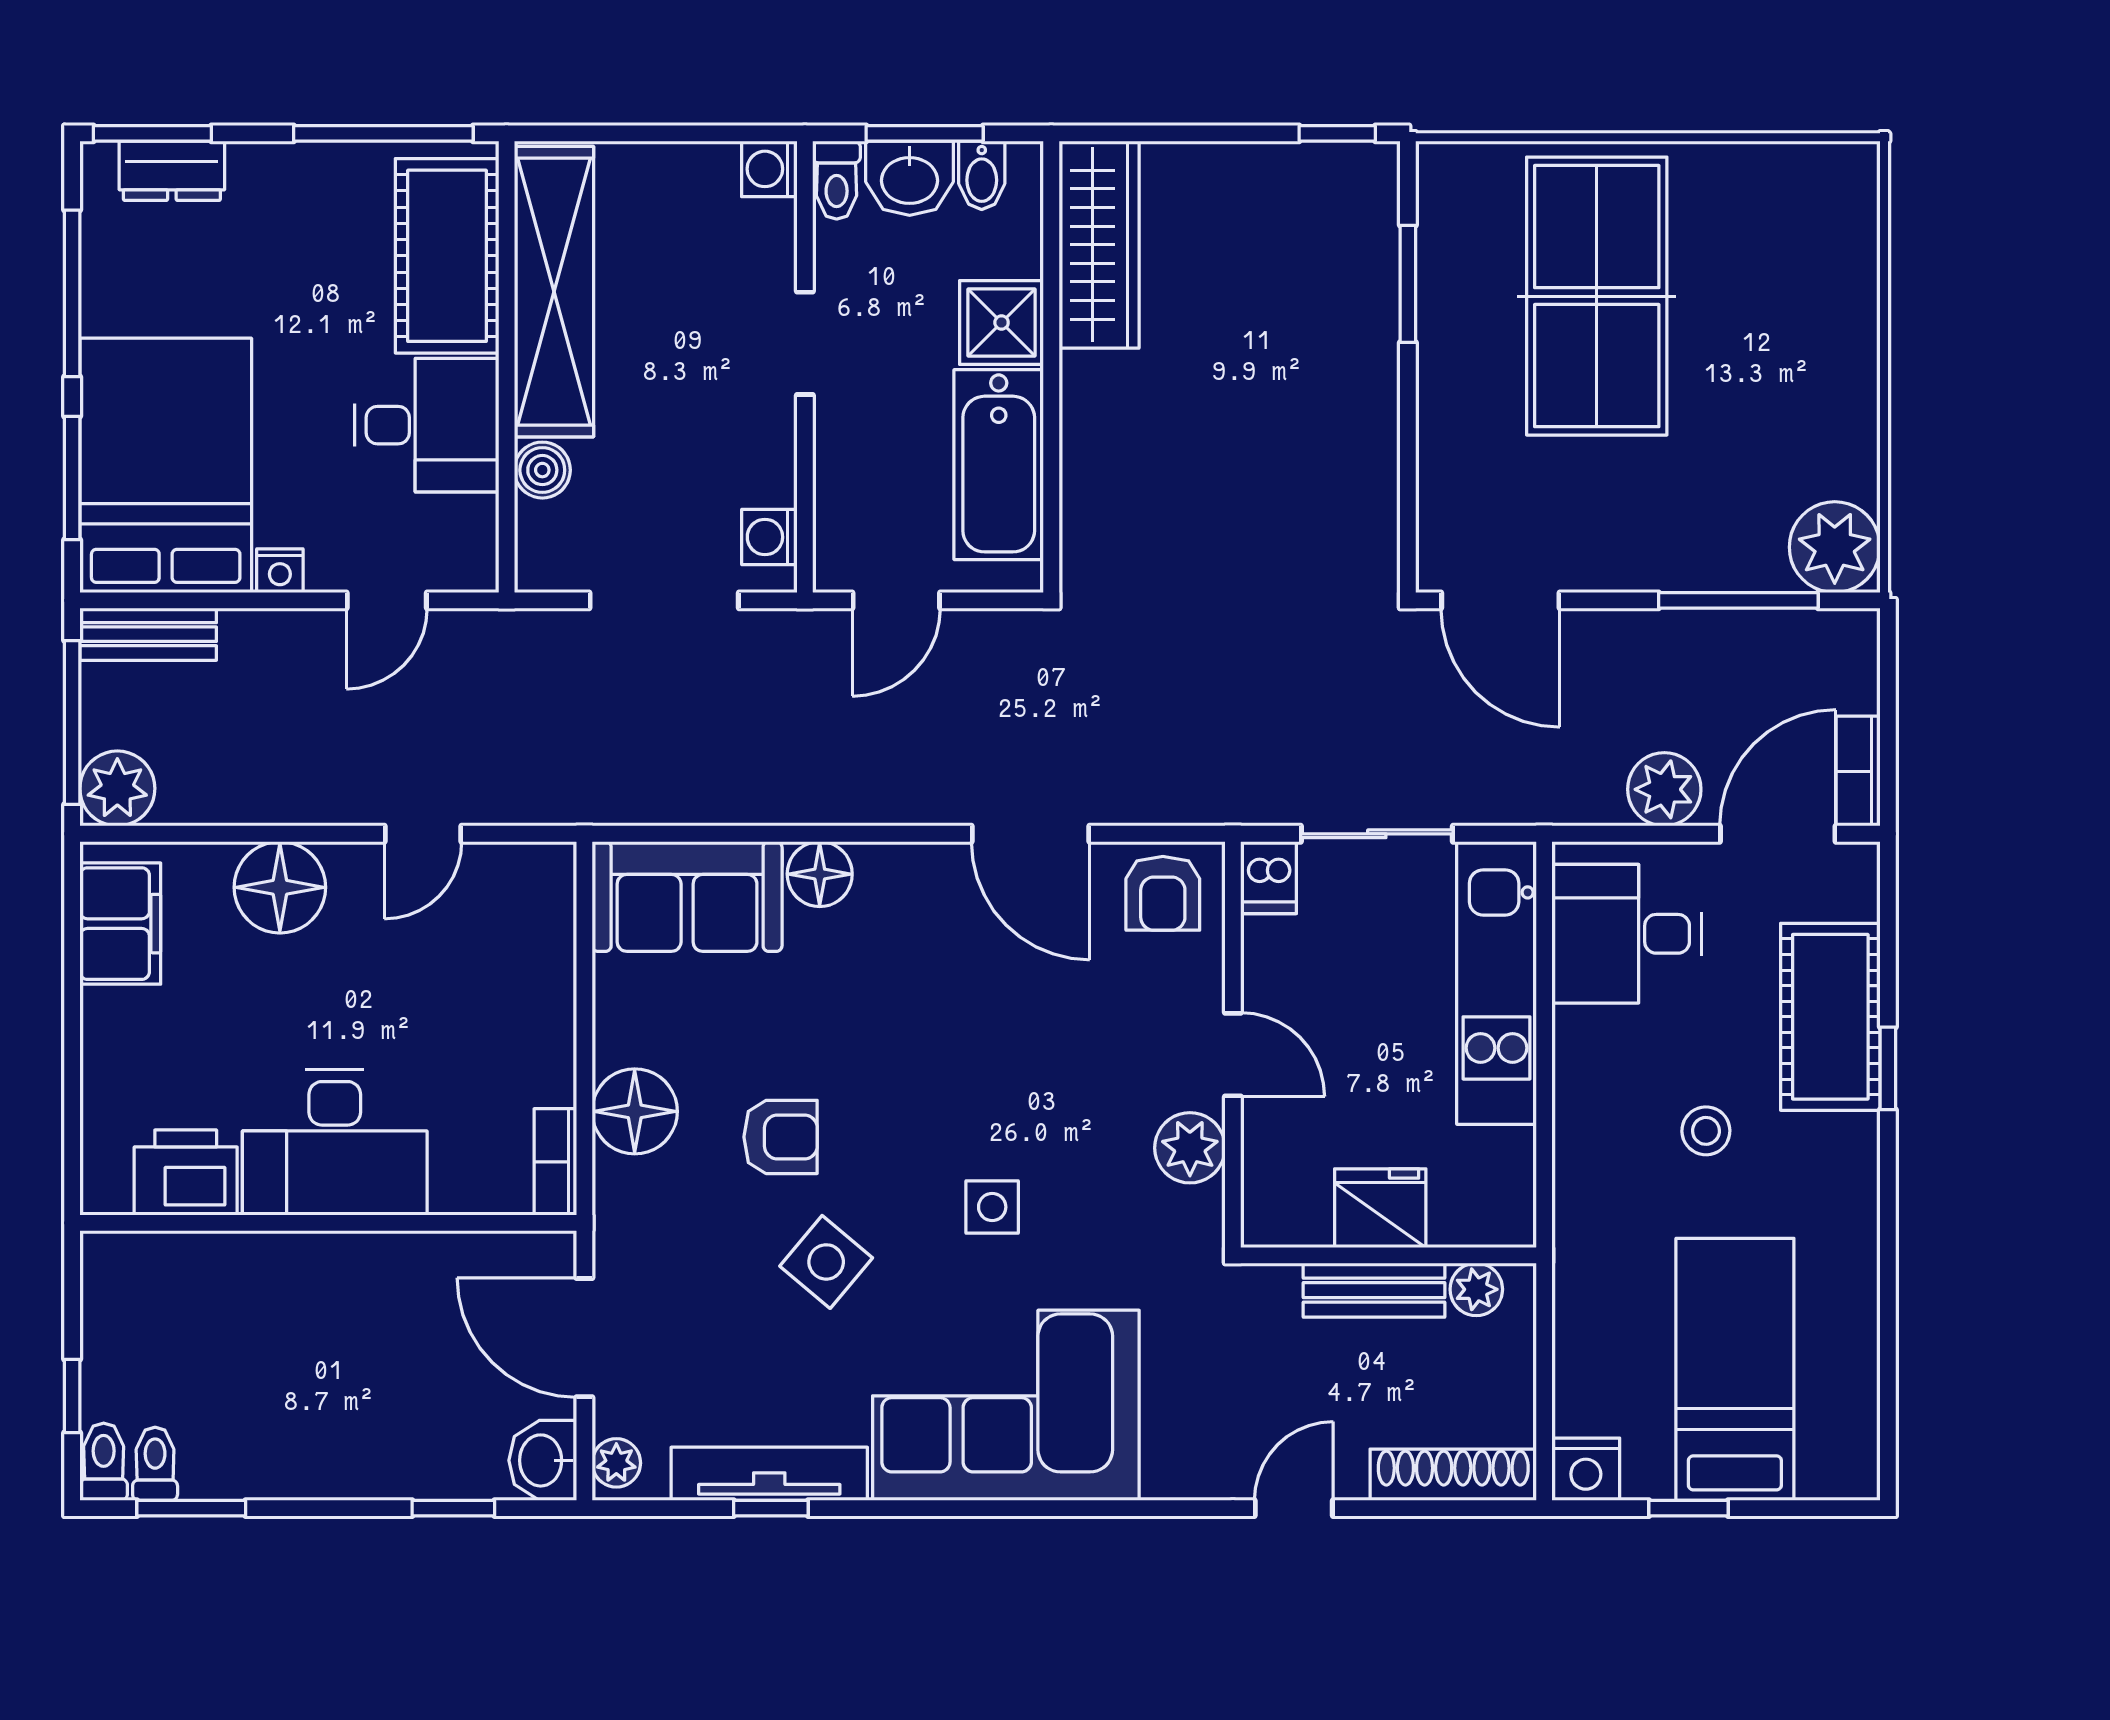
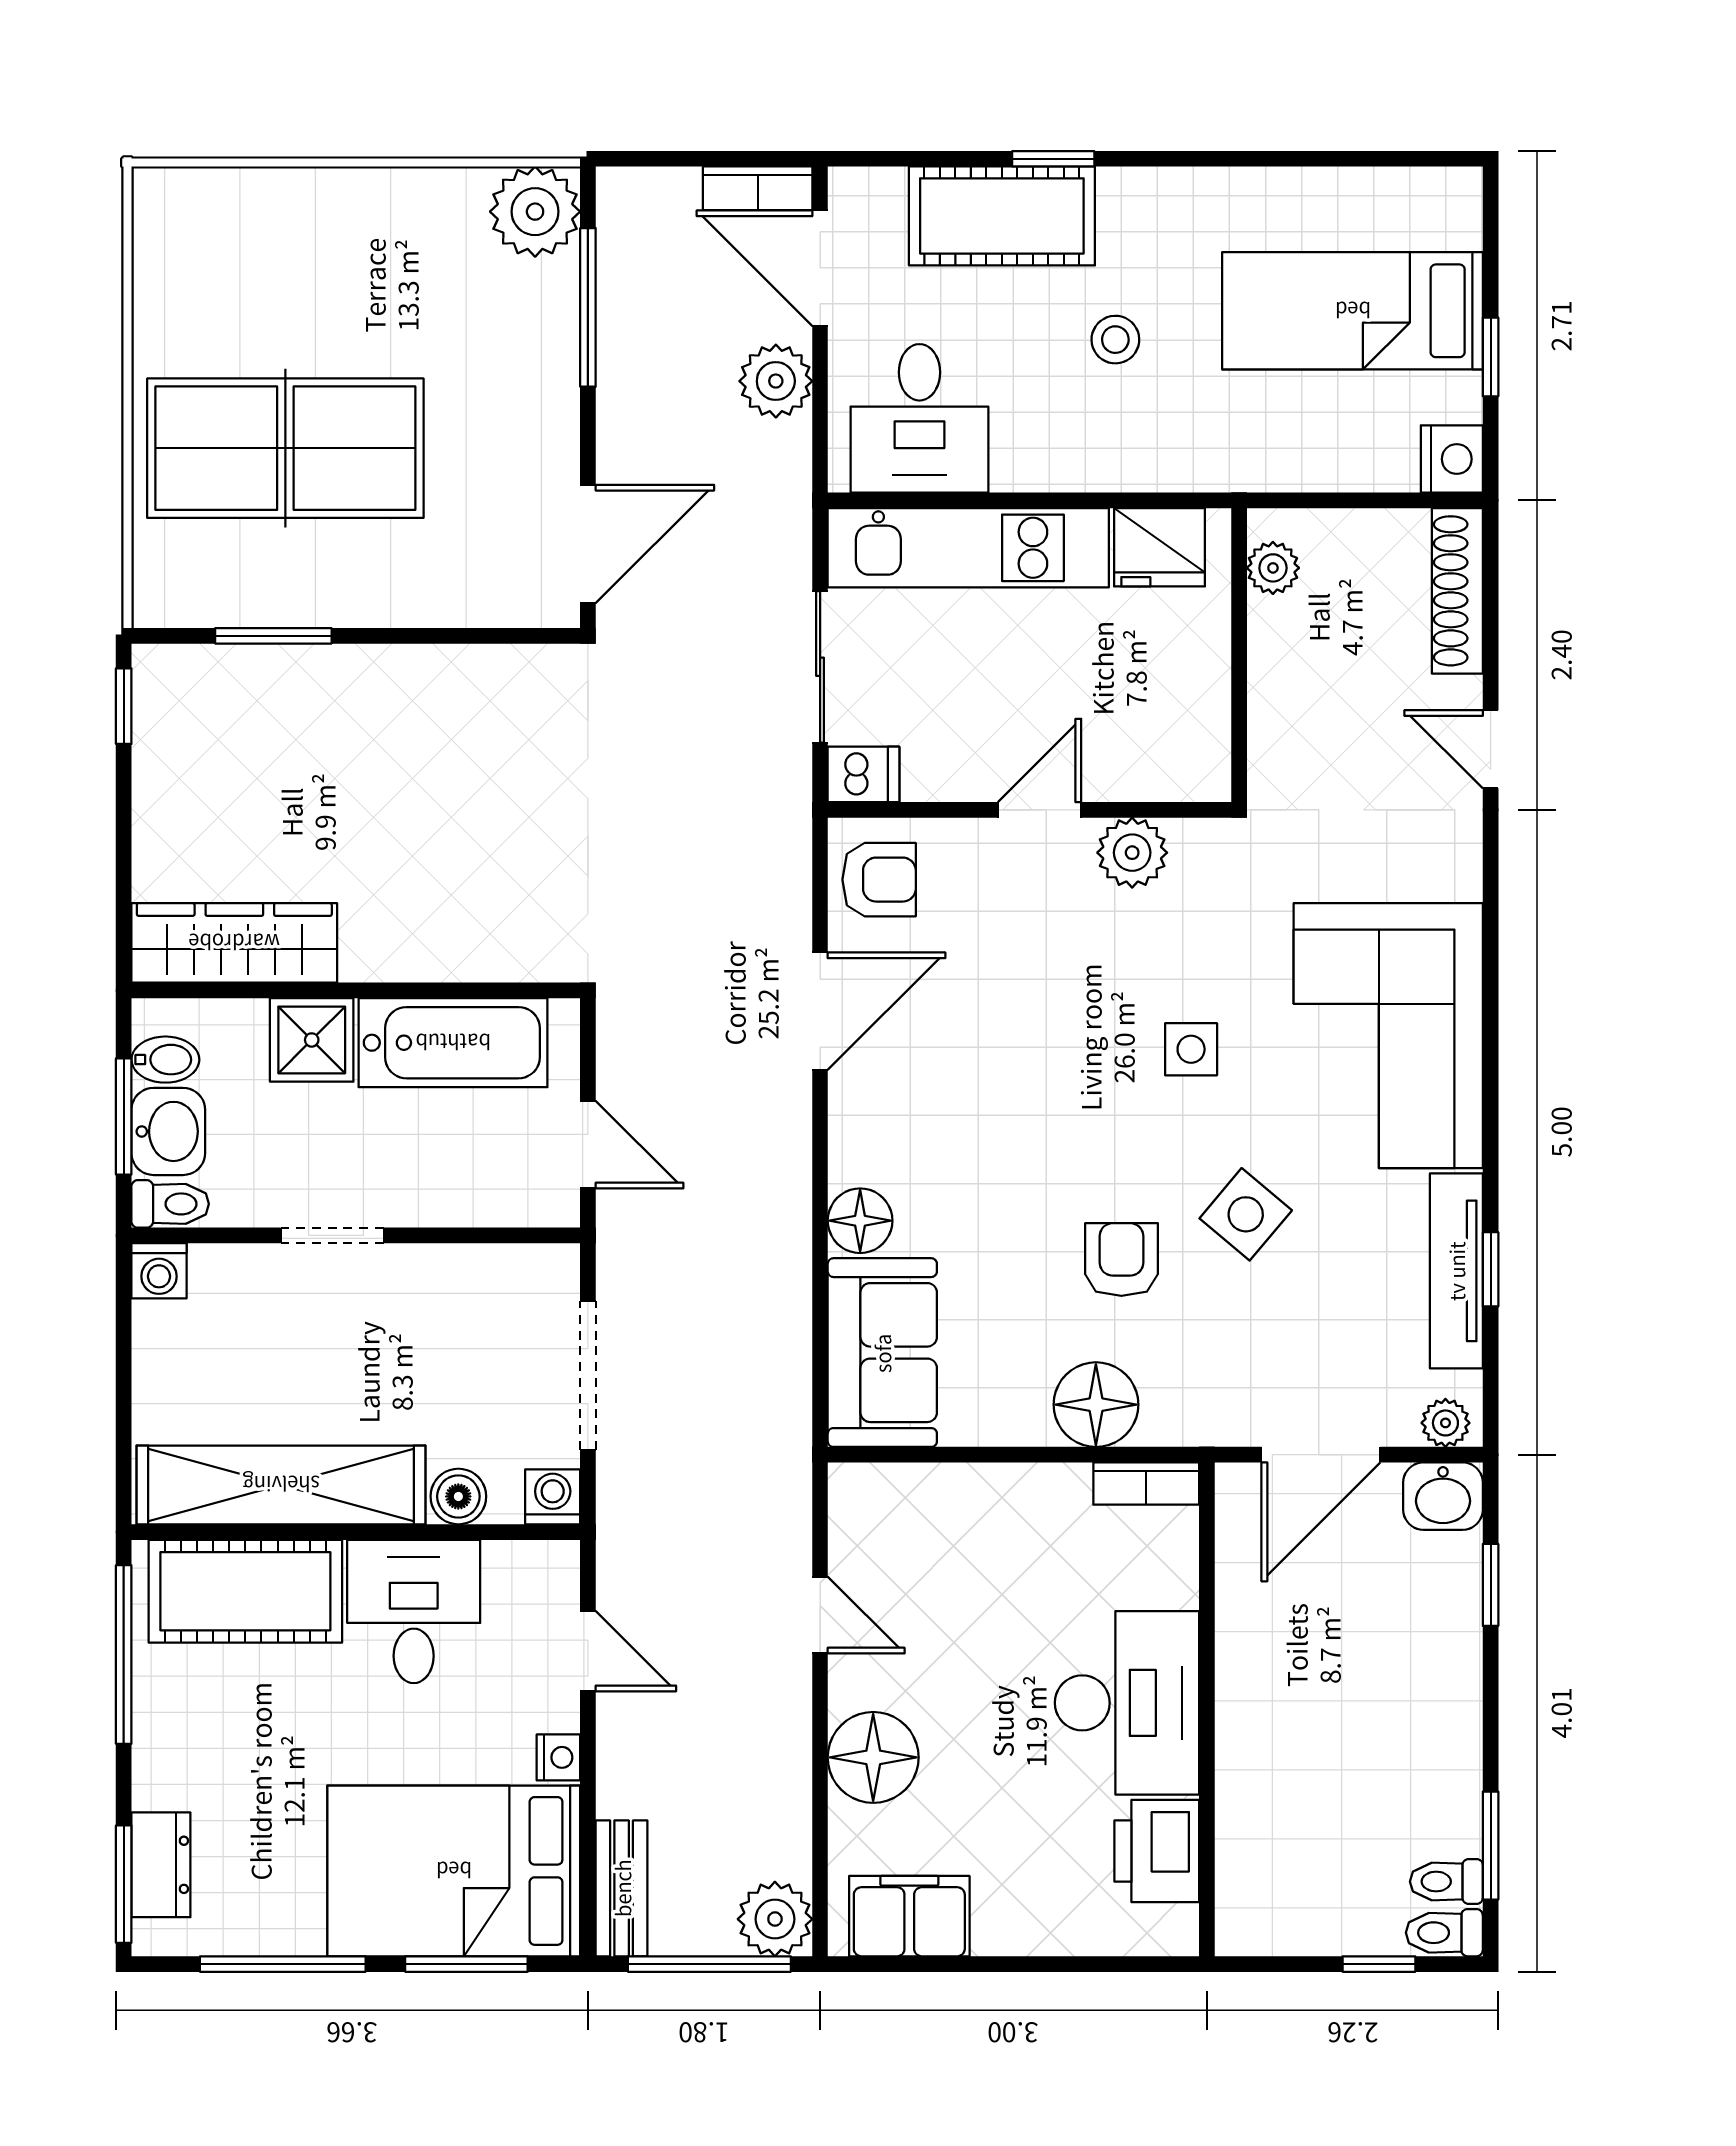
washing machine: (769, 537) -> (553, 1497), moved, turned 180
fridge: (1380, 1208) -> (1159, 547), moved, turned -90
bench: (1374, 1290) -> (1274, 670), removed

